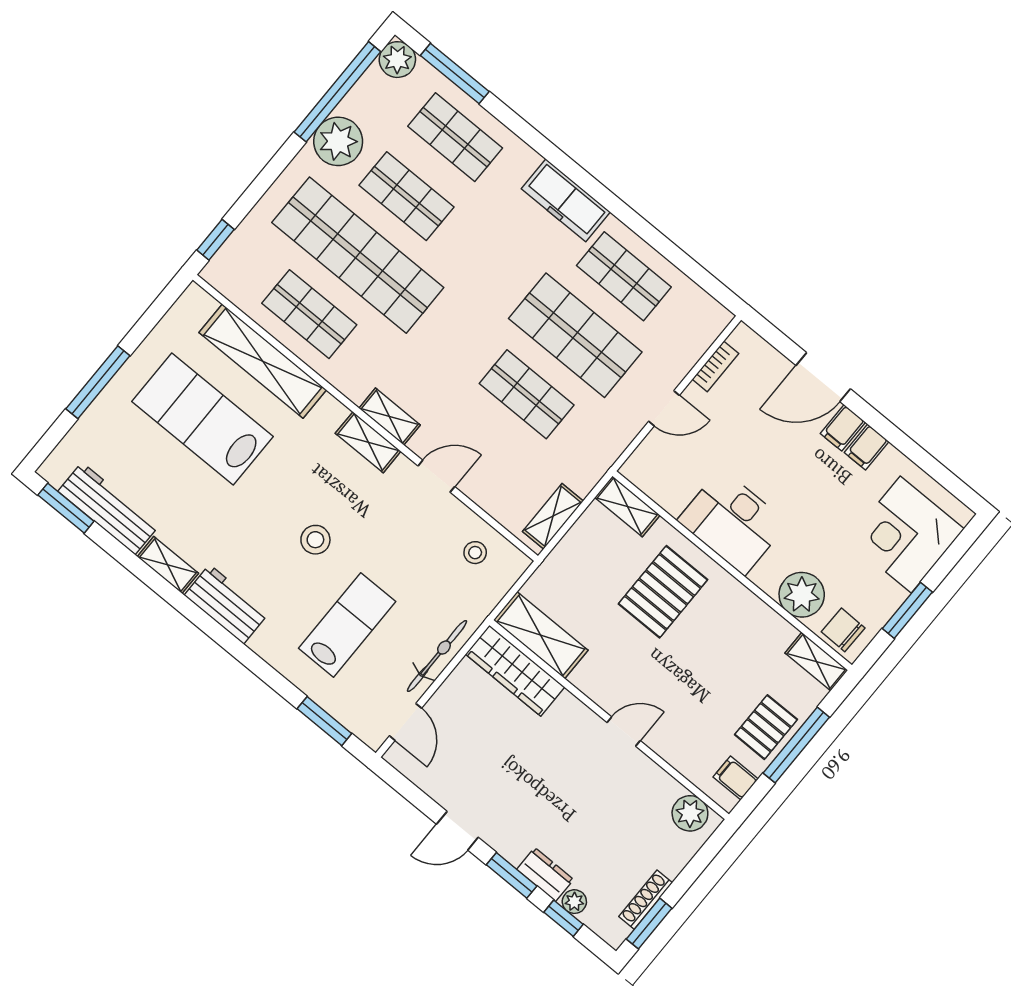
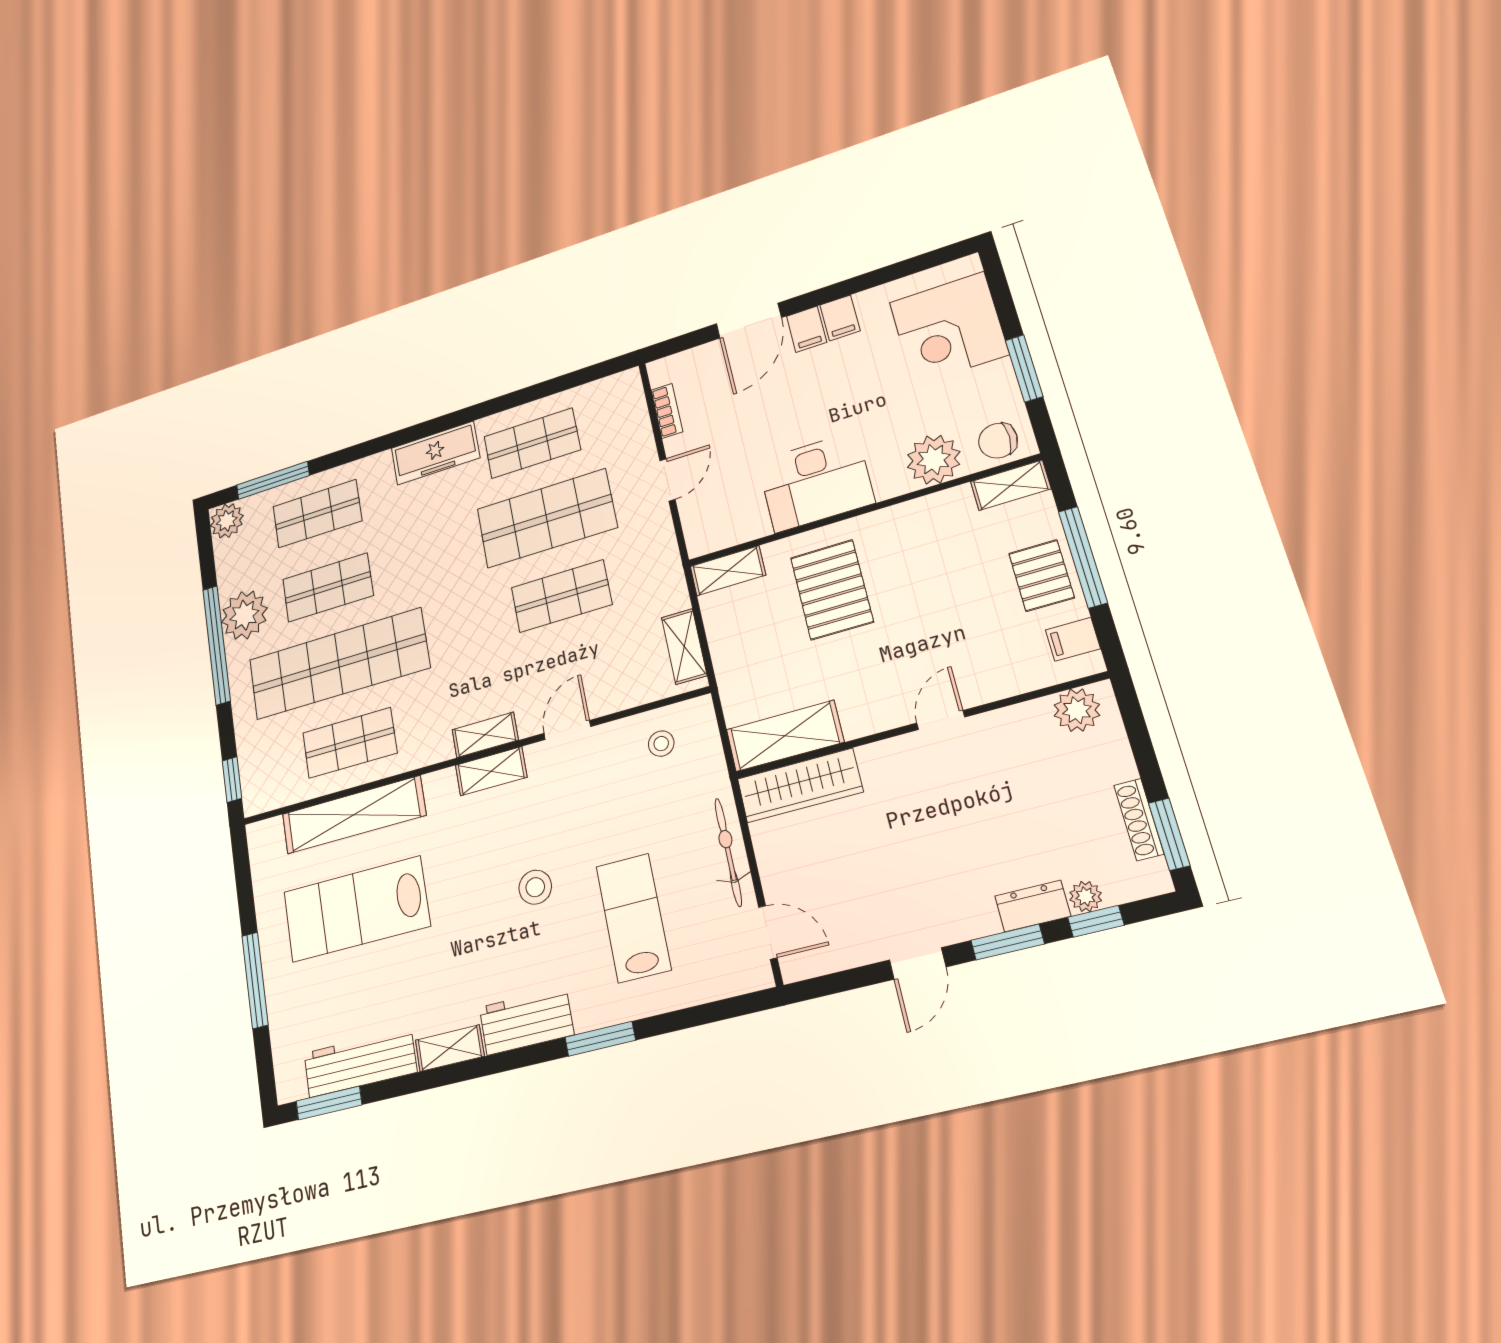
window: (337, 92) -> (217, 645), moved
window: (324, 721) -> (600, 1039), moved

